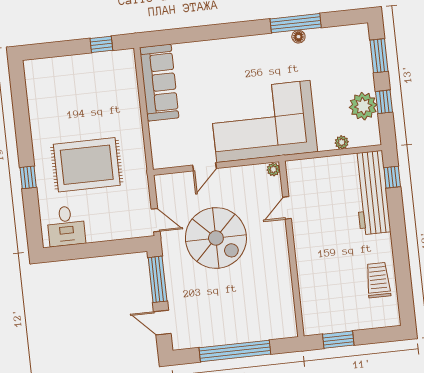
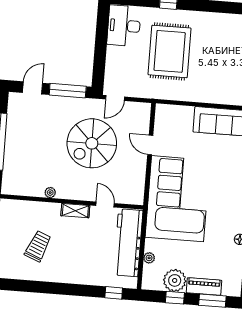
piano: (364, 69) -> (204, 286), added
plant: (273, 169) -> (50, 193), moved
workbench: (372, 193) -> (128, 243), moved, turned -90
desk: (66, 226) -> (124, 26), width x1.37
shelving: (301, 243) -> (75, 211), added
trolley: (378, 280) -> (38, 246), moved, turned -68

